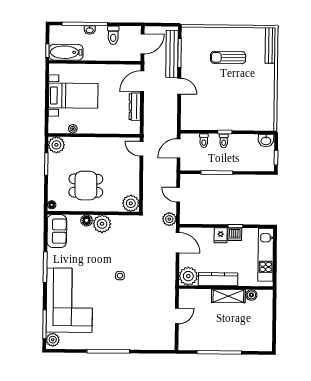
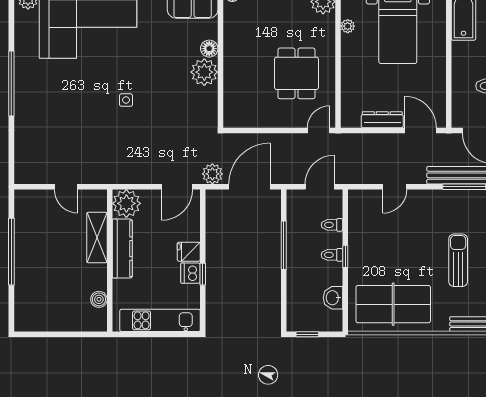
door: (179, 86) -> (395, 187), moved
table tennis table: (257, 101) -> (393, 304), added
washbasin: (266, 141) -> (333, 298), moved
door: (179, 148) -> (320, 187), hinge flipped
dining table: (86, 186) -> (296, 73), moved
door: (178, 195) -> (249, 187), width x1.88
plant: (131, 203) -> (236, 115), removed
shelving: (228, 296) -> (97, 238), moved

